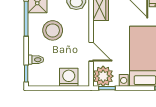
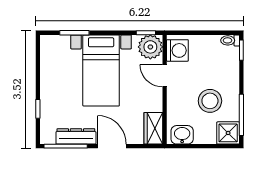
toilet: (36, 60) -> (230, 40), moved
washing machine: (69, 77) -> (177, 50), moved, turned -90

